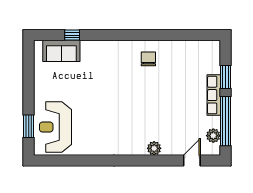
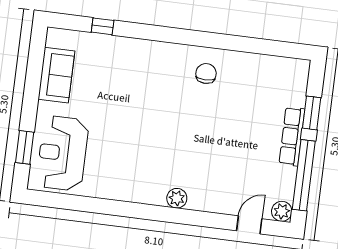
sofa: (61, 51) -> (56, 75), moved, turned -90
plant: (213, 136) -> (282, 211), moved
plant: (154, 148) -> (177, 198), moved

